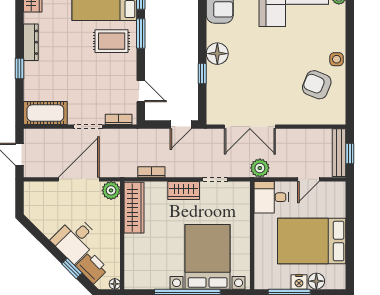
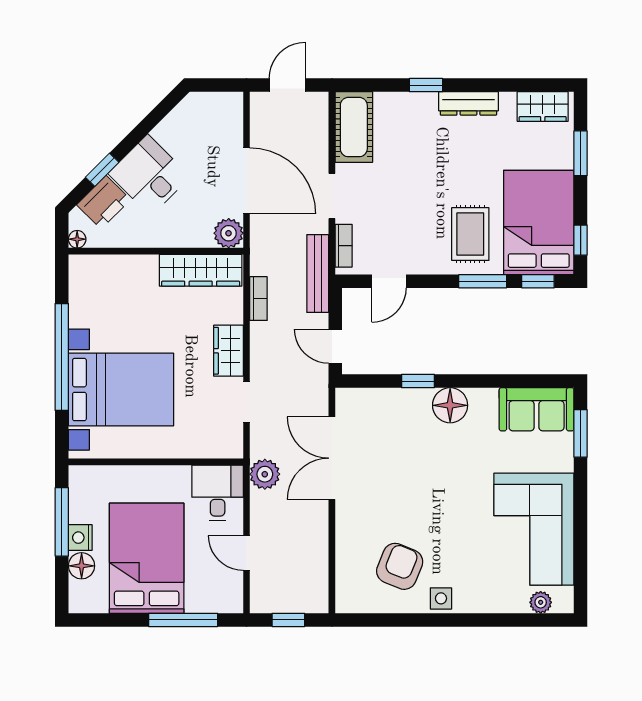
bench: (339, 153) -> (318, 274), moved, turned 90
window: (350, 218) -> (183, 620), added

